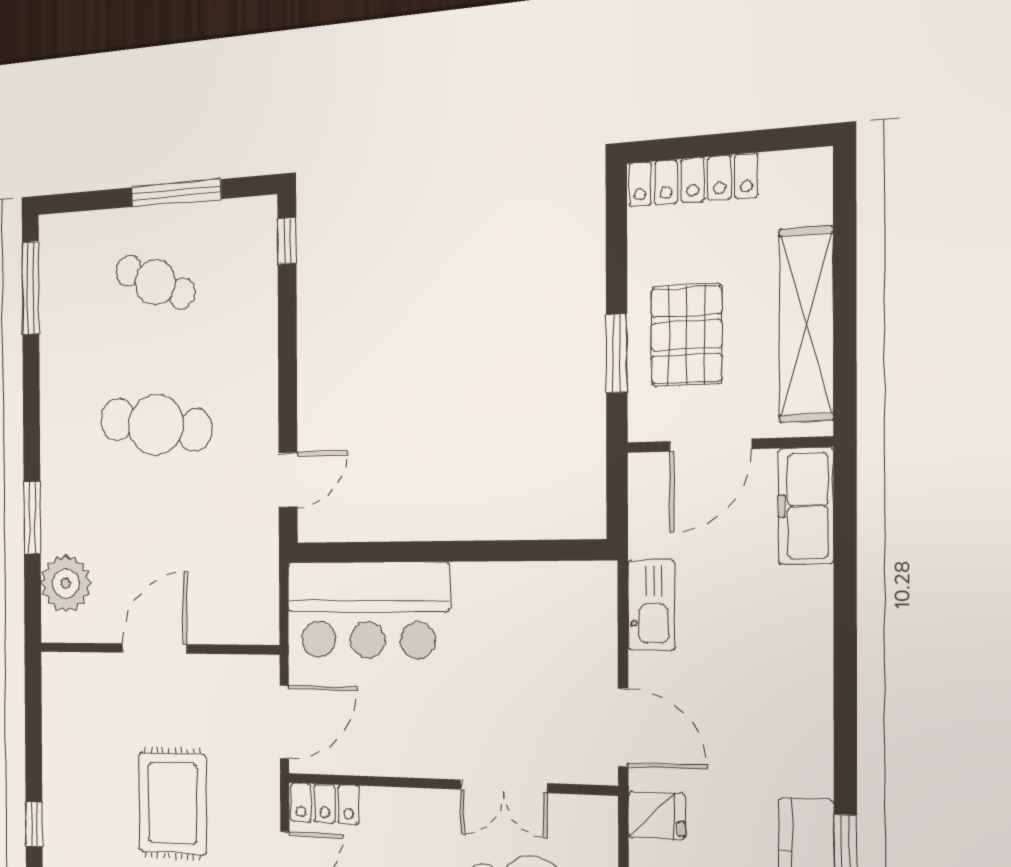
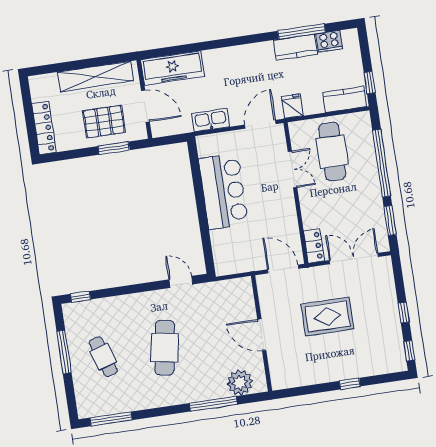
cafe table: (155, 282) -> (103, 357), turned -42
freezer: (806, 506) -> (173, 68), width x1.36, depth x1.26
window: (32, 518) -> (213, 404), width x1.44
bar counter: (368, 610) -> (223, 191), moved

